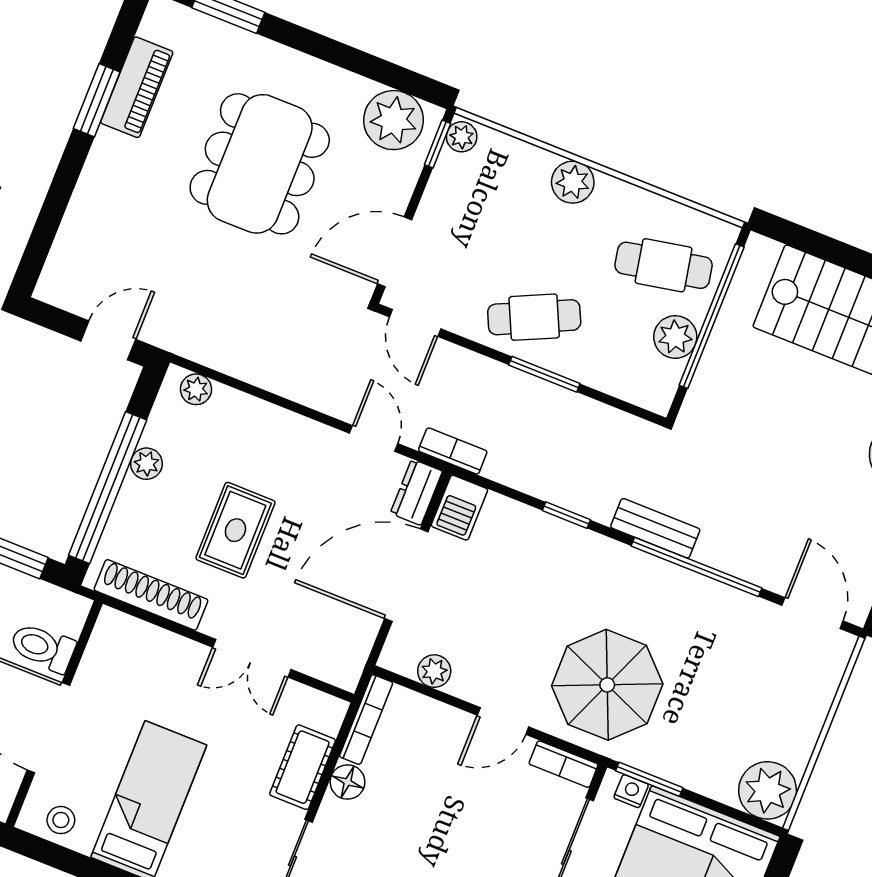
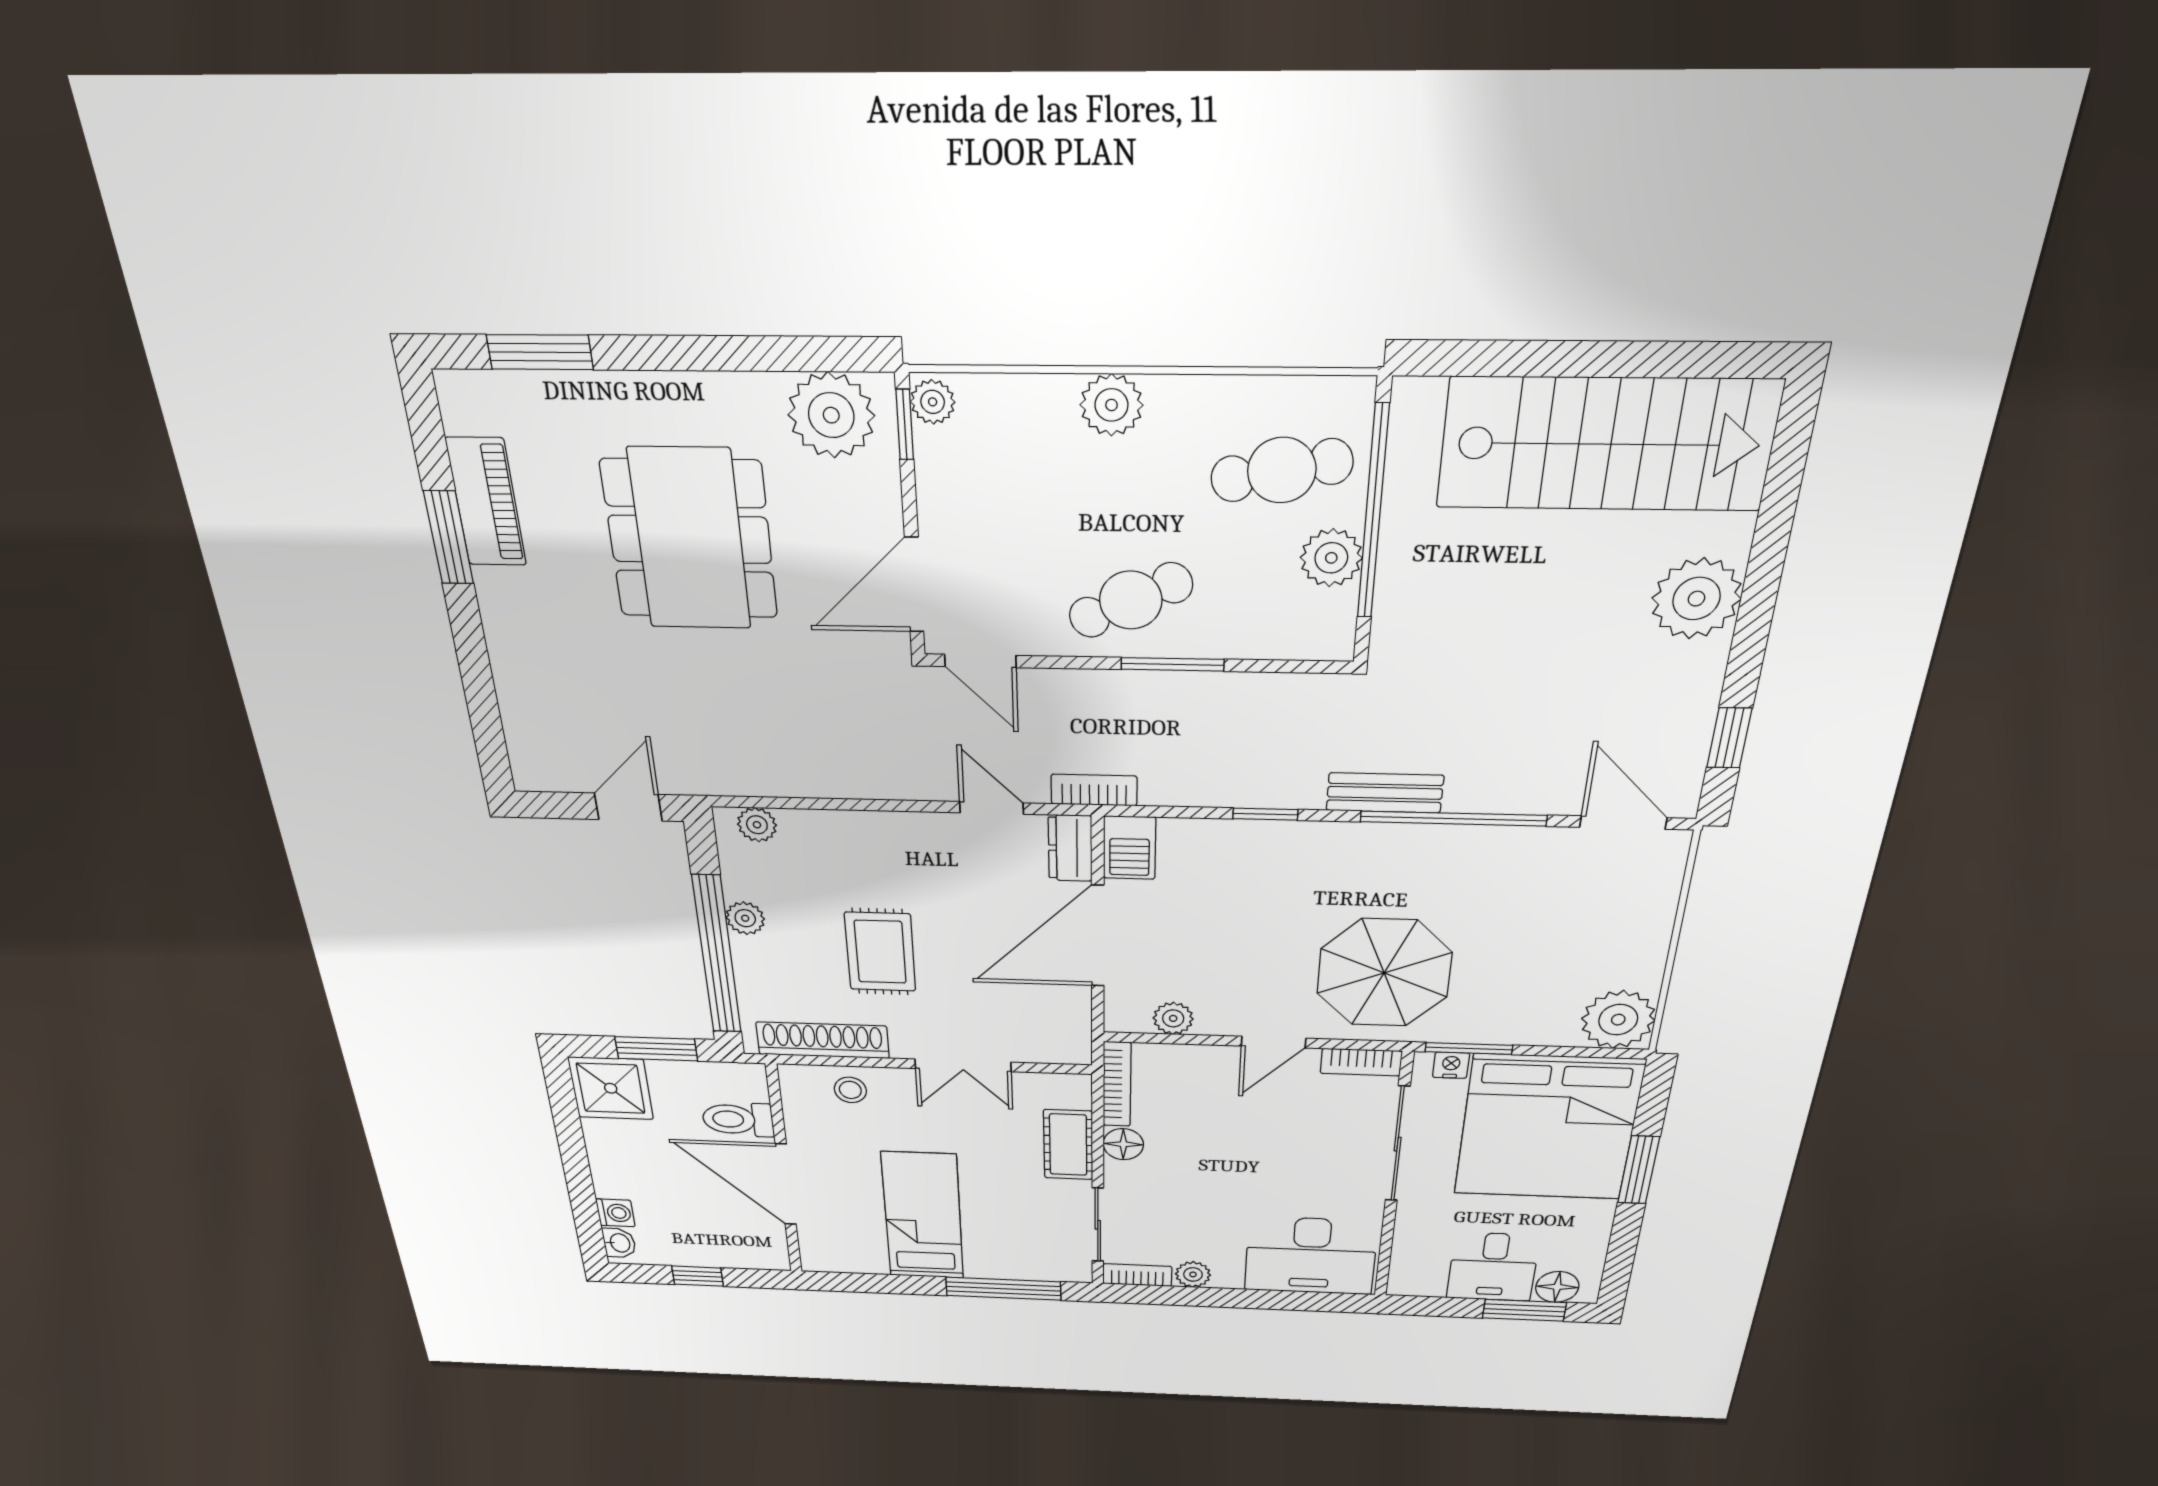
stool: (61, 820) -> (850, 1090), moved

